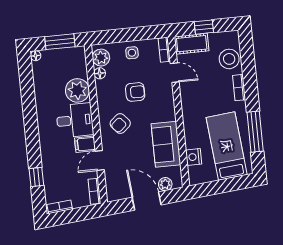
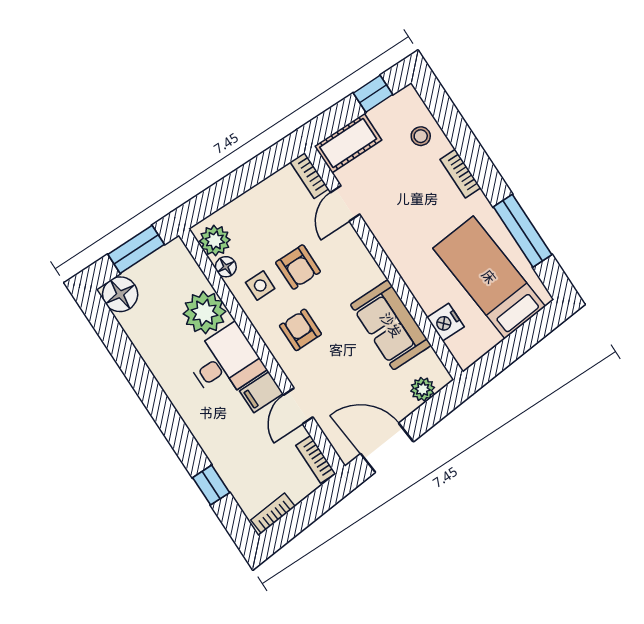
window: (204, 27) -> (373, 94), moved
side table: (132, 53) -> (260, 285), moved
floor lamp: (36, 56) -> (120, 294), width x1.89, depth x1.89
stool: (229, 59) -> (421, 136), width x0.53, depth x0.53
door: (175, 73) -> (345, 203), swing flipped
armchair: (135, 92) -> (298, 267), turned 90
armchair: (120, 124) -> (300, 330), turned 131
door: (147, 201) -> (387, 448), moved

